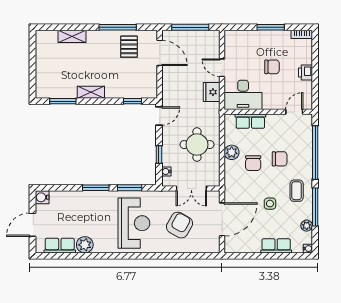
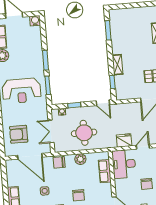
shelving: (91, 92) -> (118, 65), moved
chair: (253, 163) -> (59, 162), moved
armchair: (180, 225) -> (19, 134), moved, turned 151

